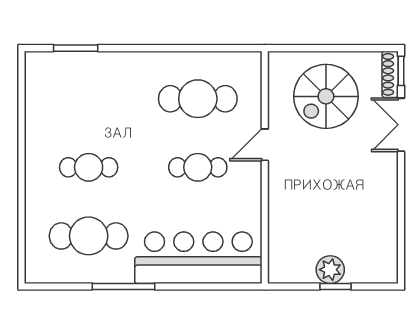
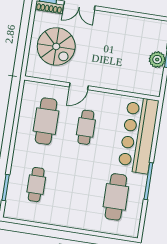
door: (265, 145) -> (79, 86), hinge flipped
cafe table: (89, 167) -> (36, 185), moved

